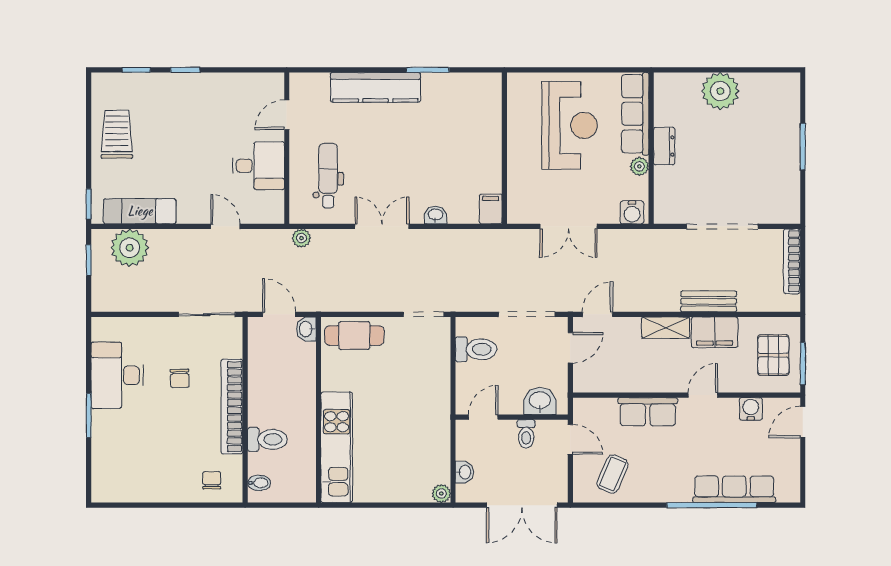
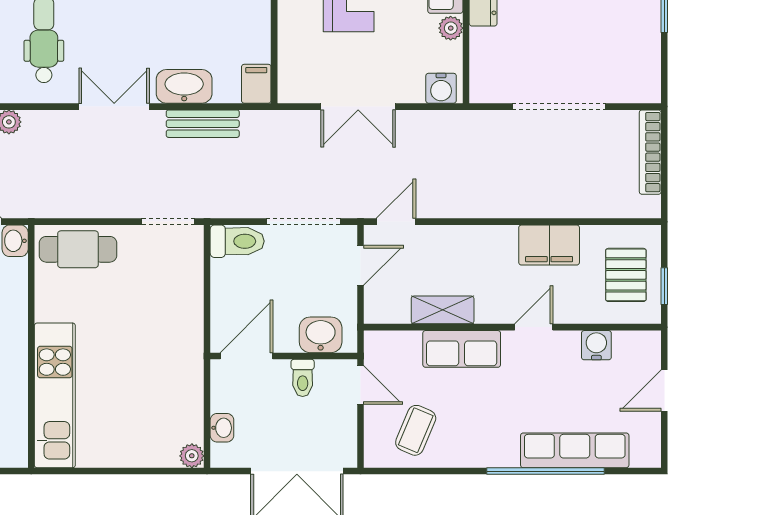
washbasin: (436, 215) -> (184, 86), width x1.91, depth x1.45
bench: (709, 301) -> (203, 124), moved
shelving: (666, 328) -> (443, 310), moved
toilet: (476, 349) -> (237, 241), moved
window: (803, 364) -> (664, 286), width x0.67
door: (483, 417) -> (247, 356), width x1.37
door: (803, 422) -> (664, 391), moved

